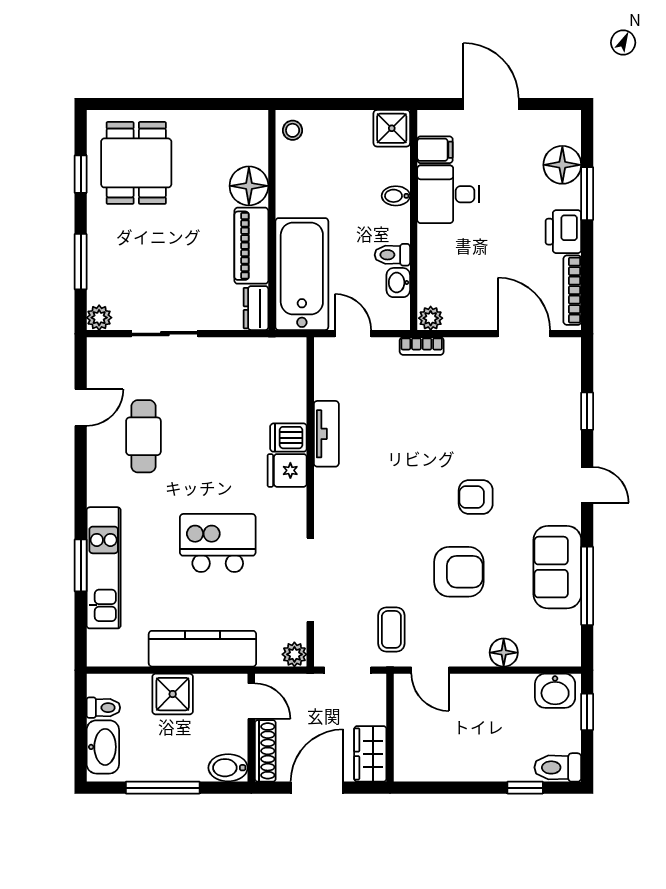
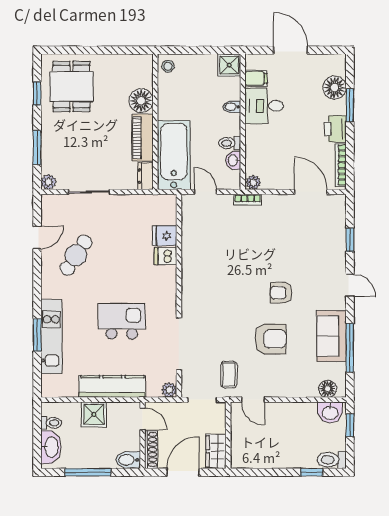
tv unit: (326, 434) -> (189, 254), removed
cafe table: (143, 436) -> (76, 255), turned 33
fridge: (287, 470) -> (165, 236), moved
floor lamp: (504, 653) -> (328, 389), moved

